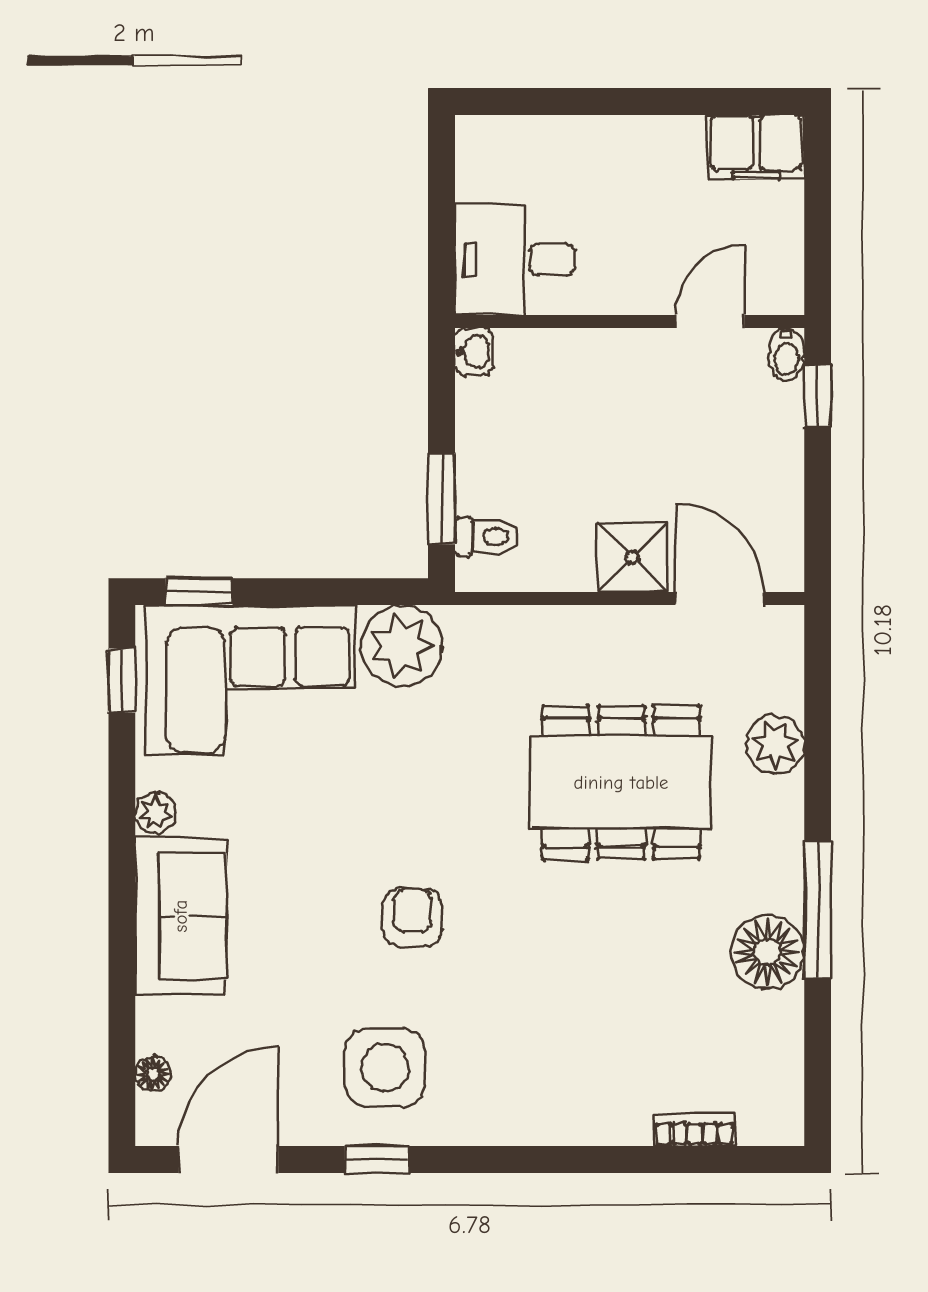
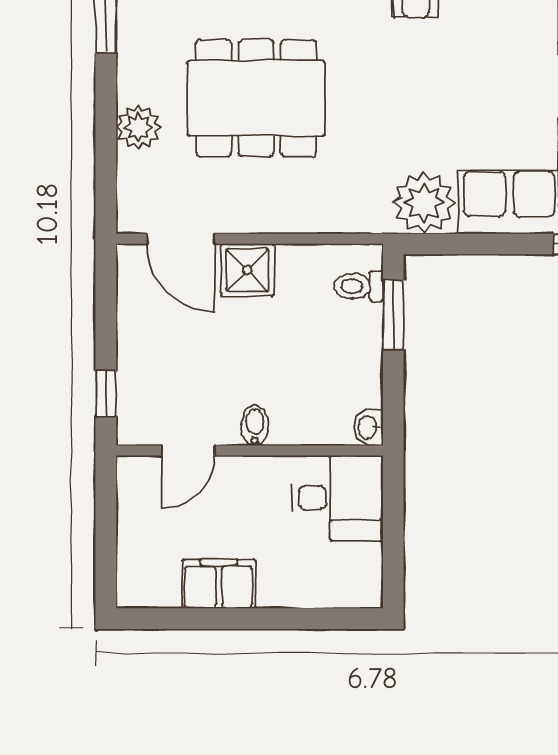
filing cabinet: (756, 147) -> (219, 584), moved
bidet: (786, 354) -> (255, 425), moved

